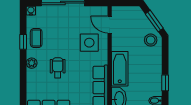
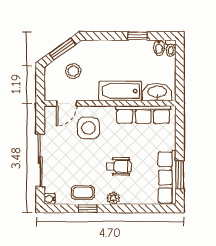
stool: (151, 40) -> (73, 71), moved
wheelchair: (58, 68) -> (119, 166), turned 180

